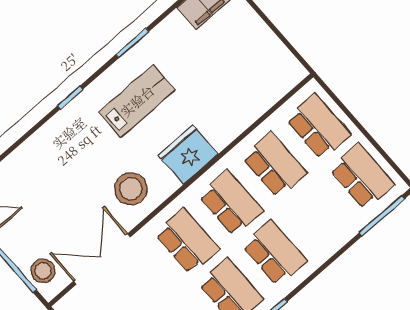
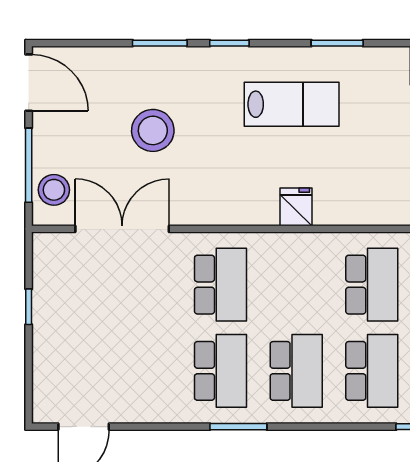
window: (30, 133) -> (160, 43), added
fridge: (188, 155) -> (296, 207), width x0.53, depth x0.75
stool: (131, 189) -> (153, 130), moved
school desk: (231, 203) -> (372, 371), moved

